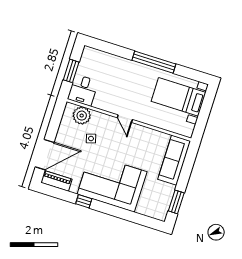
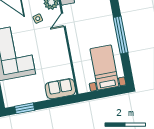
door: (125, 119) -> (63, 20), moved
sofa: (174, 160) -> (60, 89), width x0.73

